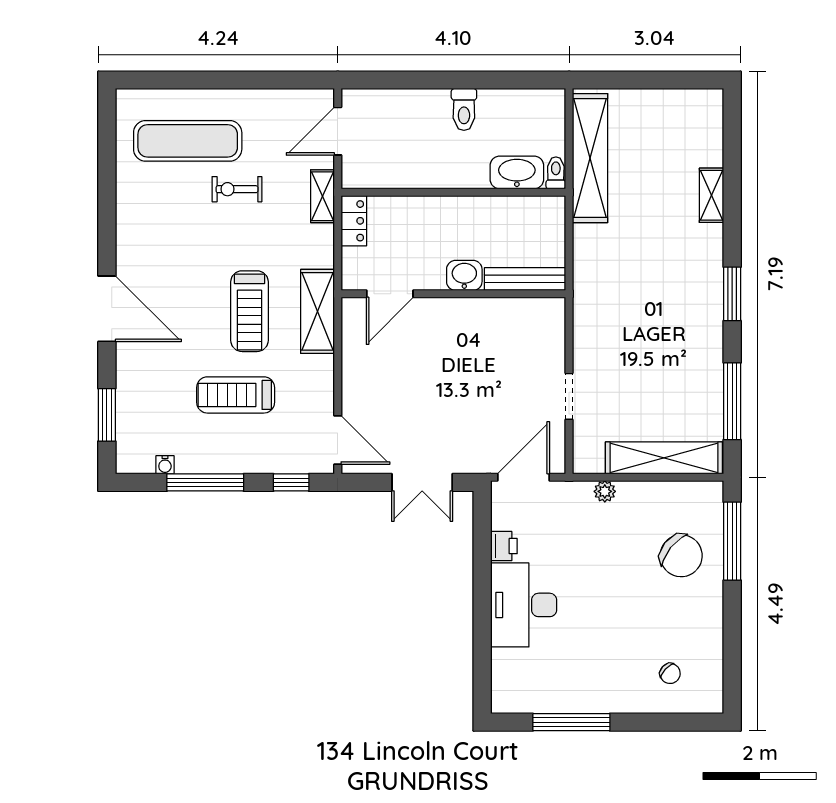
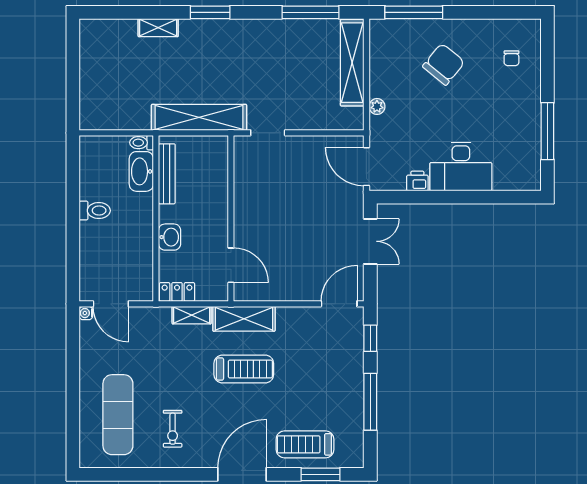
shelving: (590, 158) -> (199, 117), moved
exercise bike: (237, 189) -> (173, 429), moved
shelving: (322, 196) -> (192, 315), moved
washbasin: (464, 275) -> (170, 237), moved, turned 180
bench: (525, 279) -> (167, 174), moved
window: (732, 294) -> (210, 12), moved
treadmill: (236, 395) -> (305, 444), moved, turned 90
doorway: (569, 396) -> (268, 133), moved
water cooler: (165, 465) -> (86, 313), moved, turned 180
chair: (681, 556) -> (444, 64), moved
chair: (670, 673) -> (511, 58), turned 137

